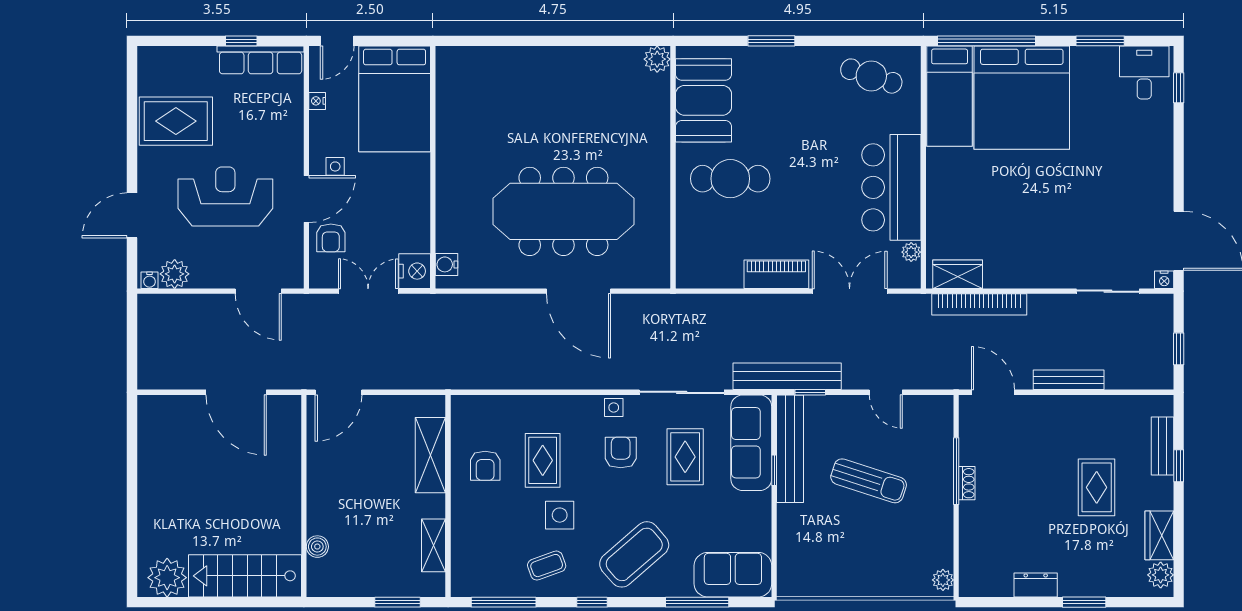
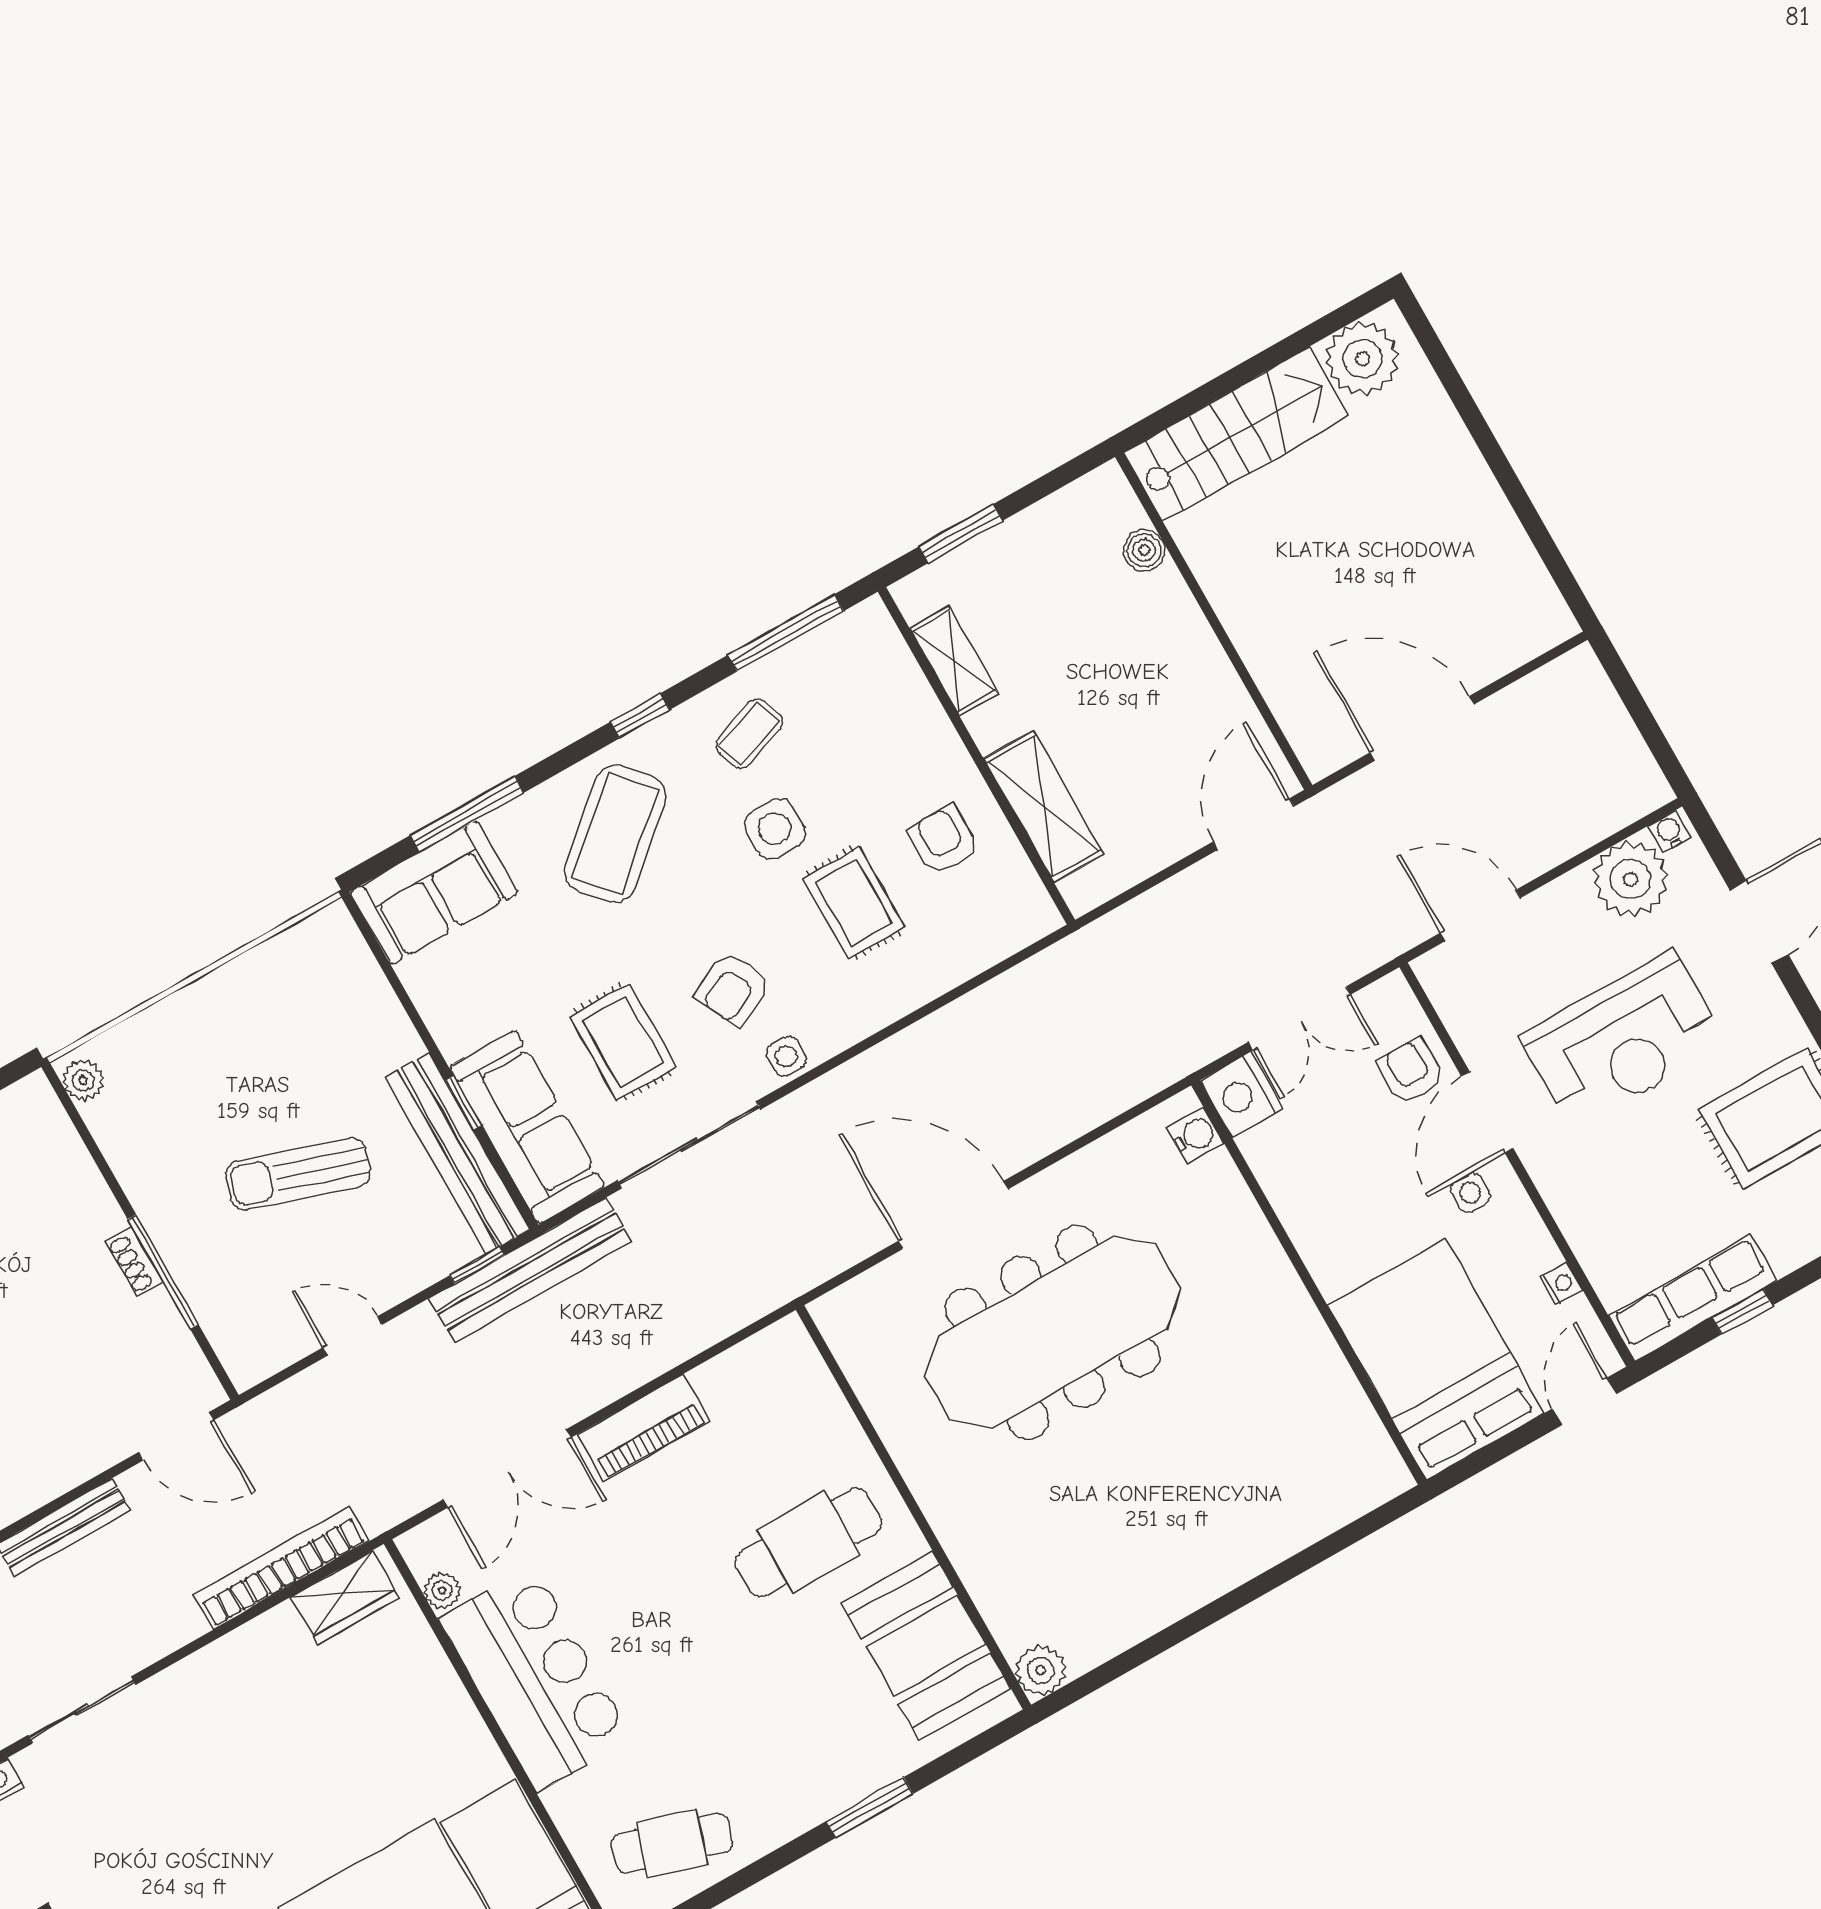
plant: (175, 274) -> (1630, 879), width x1.36, depth x1.36
armchair: (621, 452) -> (733, 989), turned 64

